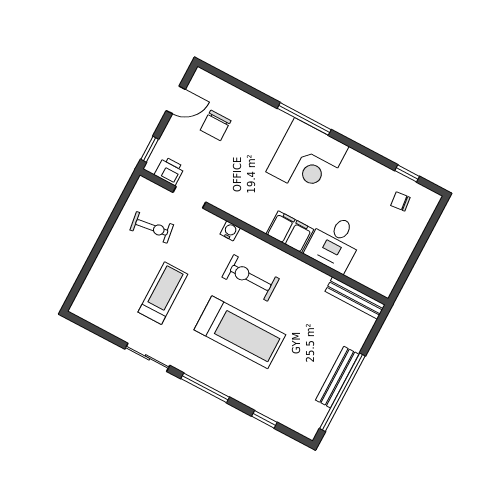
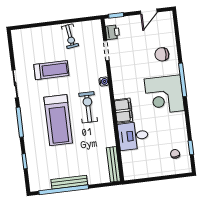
door: (176, 100) -> (149, 12), hinge flipped
chair: (216, 125) -> (162, 54), moved
exercise bike: (152, 227) -> (70, 36), moved

